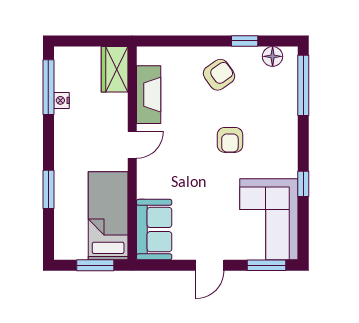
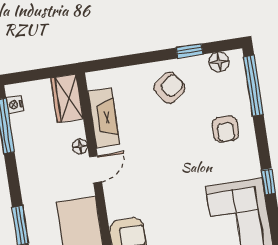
nightstand: (62, 100) -> (15, 105), moved
floor lamp: (120, 119) -> (80, 146), added
armchair: (230, 140) -> (225, 129), moved

